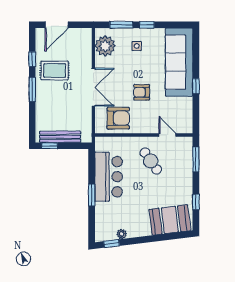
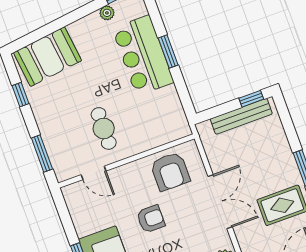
double door: (93, 87) -> (220, 202), swing flipped
armchair: (118, 118) -> (170, 171), turned -90
cafe table: (151, 161) -> (104, 128), turned 35
bar counter: (109, 177) -> (143, 55), moved

